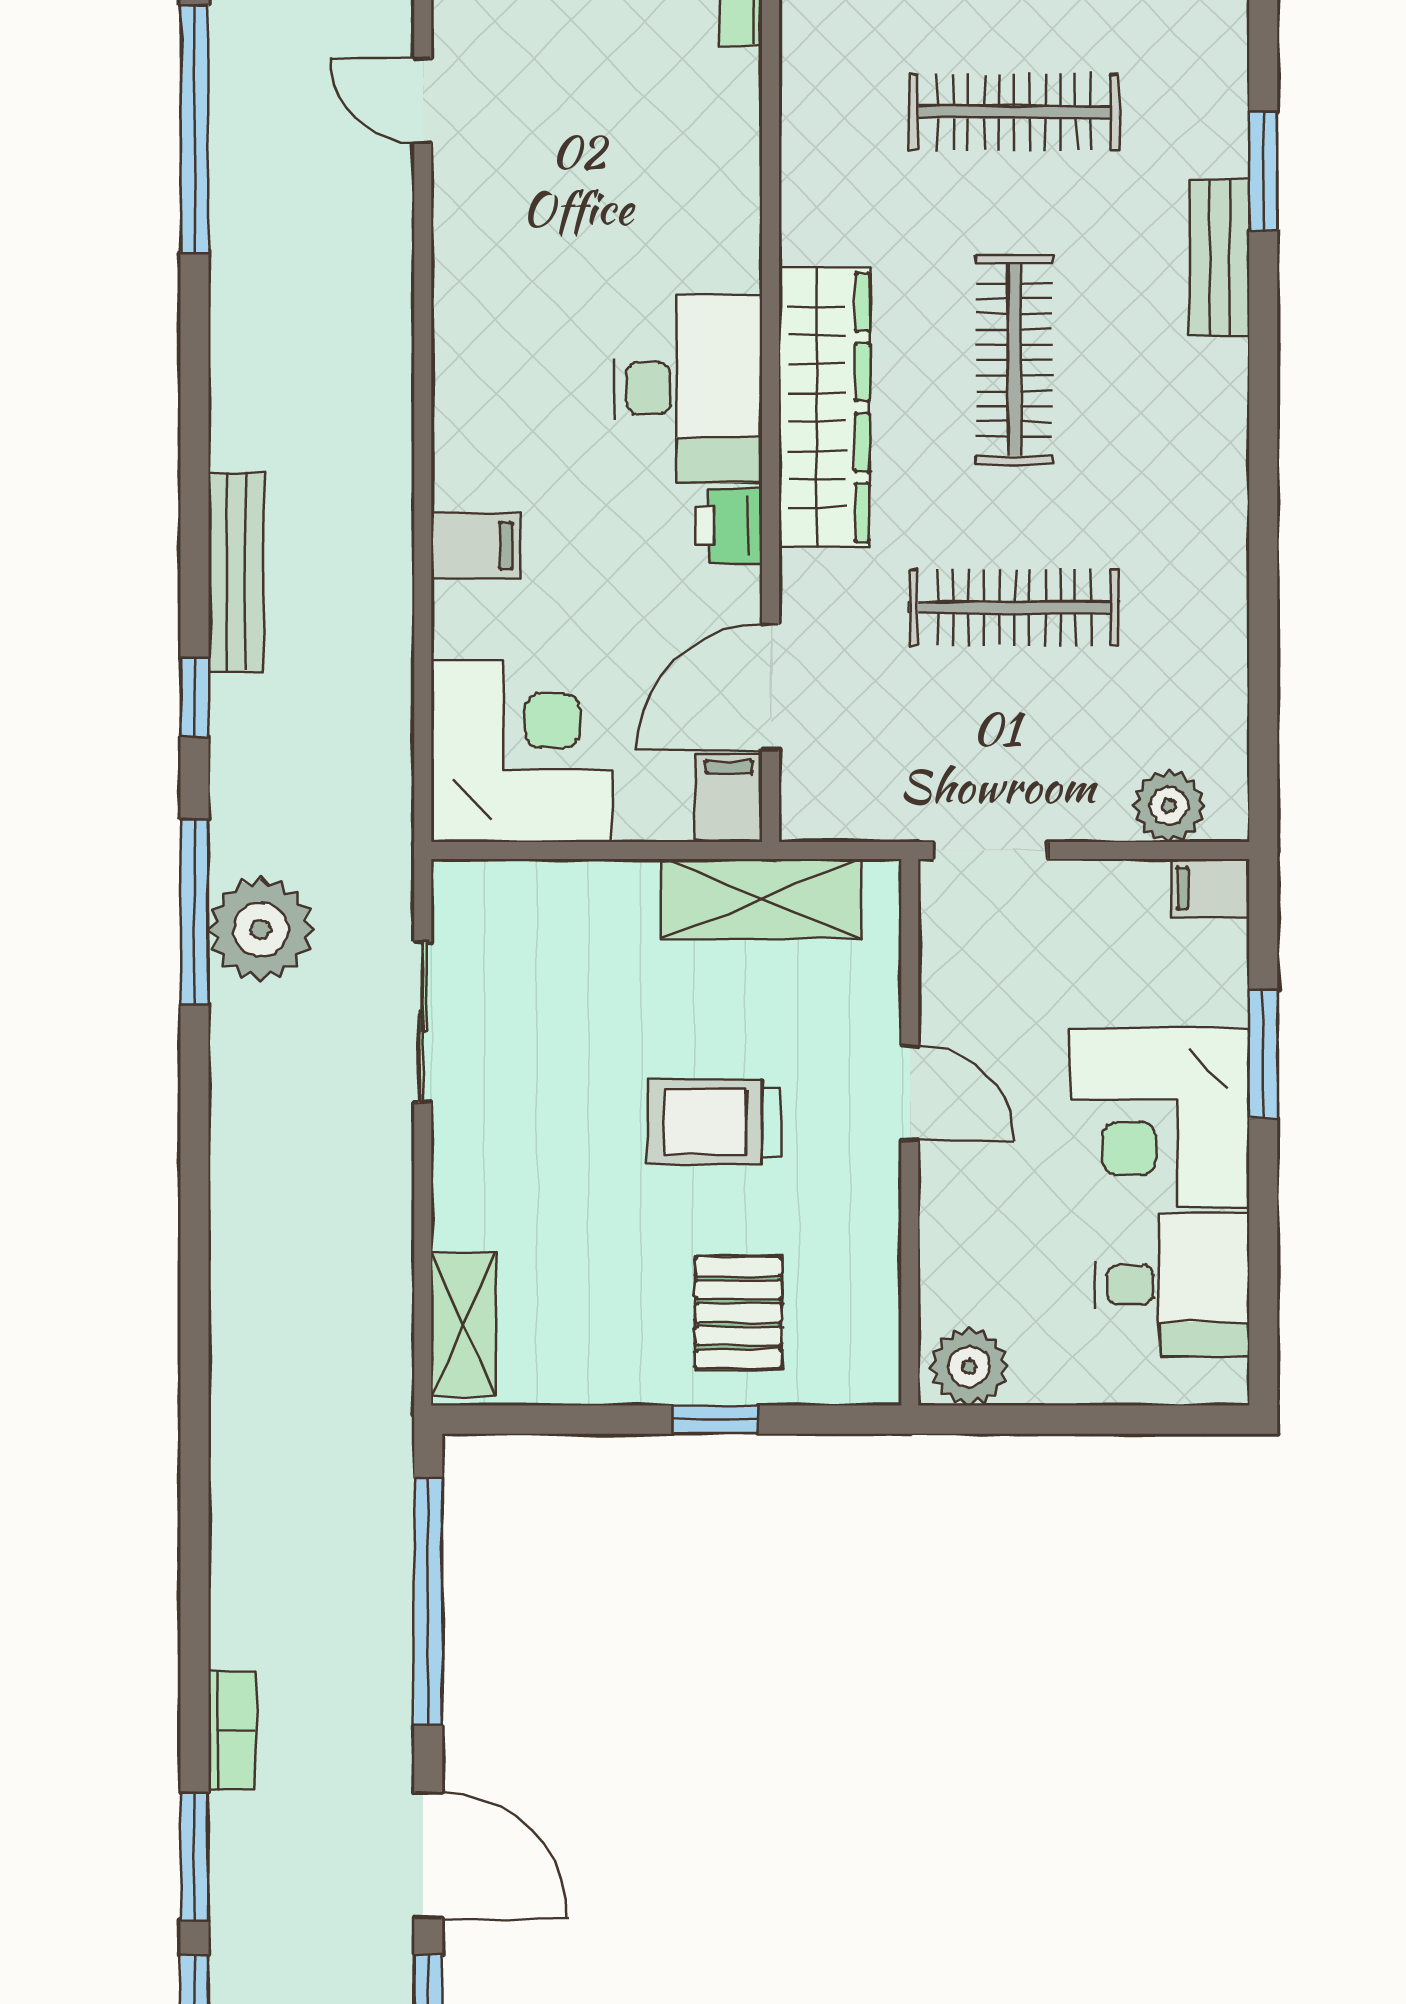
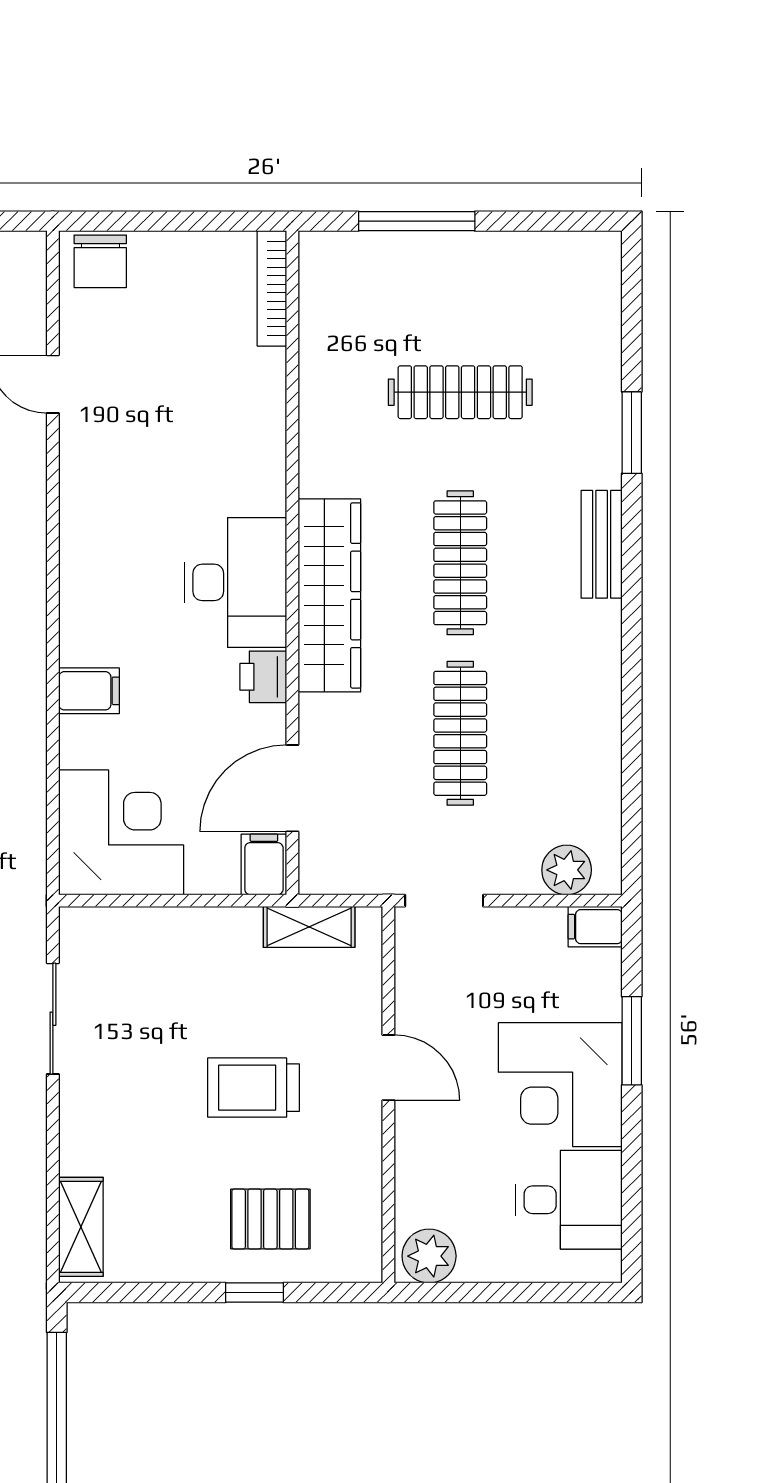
bench: (1219, 257) -> (602, 544), moved
clothes rail: (1014, 608) -> (460, 733), turned 90
shelving: (762, 899) -> (309, 927), width x0.67, depth x0.75
pallet: (738, 1313) -> (270, 1219), turned 90

